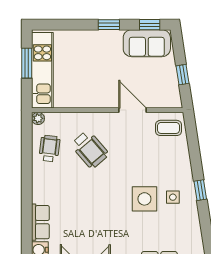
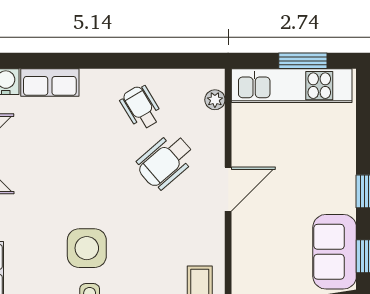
door: (133, 110) -> (228, 189), moved
plant: (38, 118) -> (215, 100), moved
wheelchair: (49, 149) -> (141, 107), moved, turned -128

